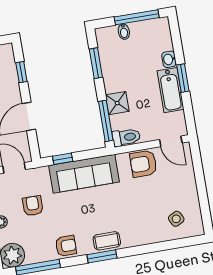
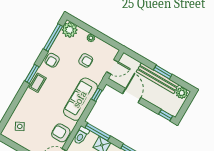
window: (21, 72) -> (166, 115), moved
armchair: (143, 164) -> (61, 133), turned -90

